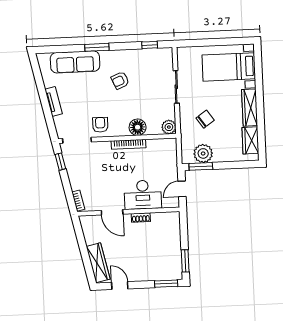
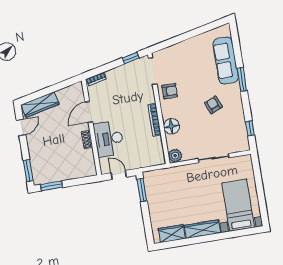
tv unit: (54, 101) -> (186, 45), removed
chair: (205, 119) -> (187, 189), removed
plant: (203, 153) -> (154, 191), removed

